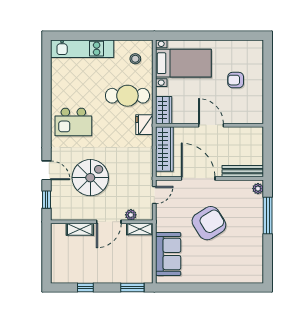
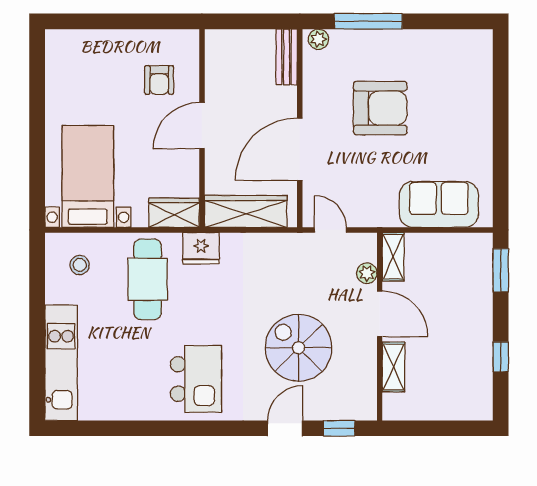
armchair: (236, 80) -> (159, 80), moved
bench: (243, 171) -> (287, 57), width x0.73
armchair: (209, 223) -> (380, 108), moved, turned 122

